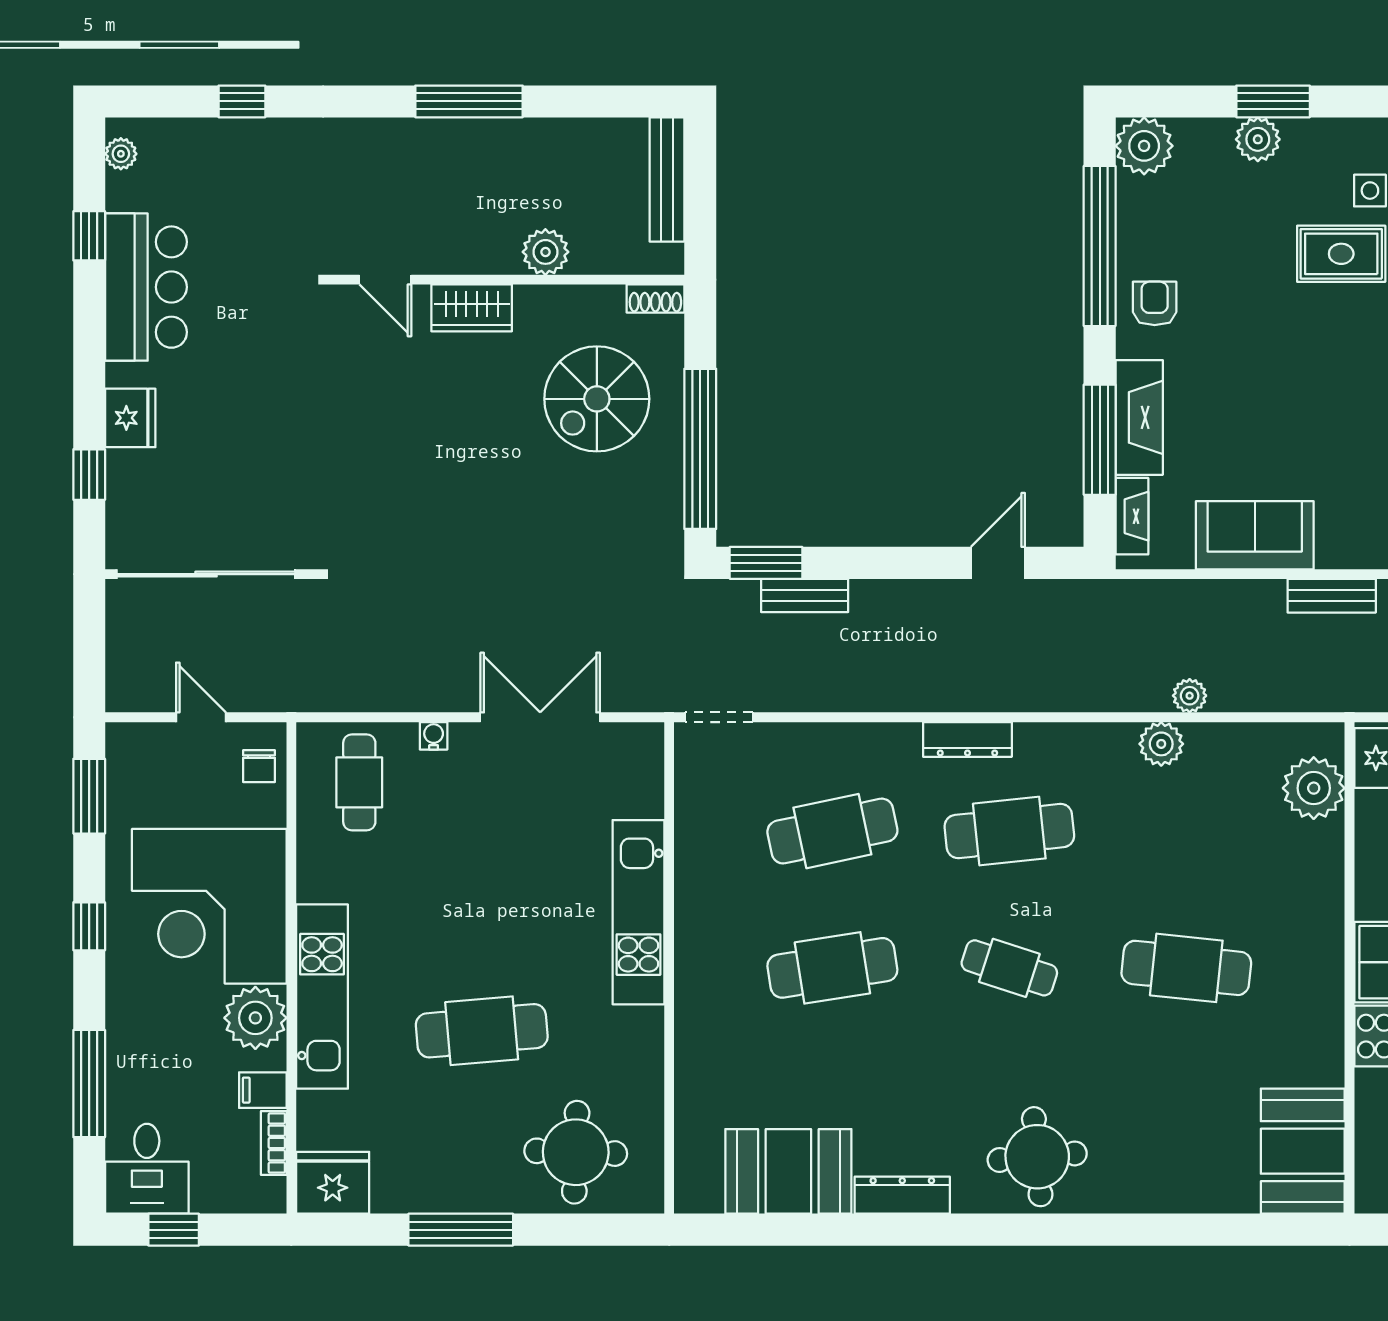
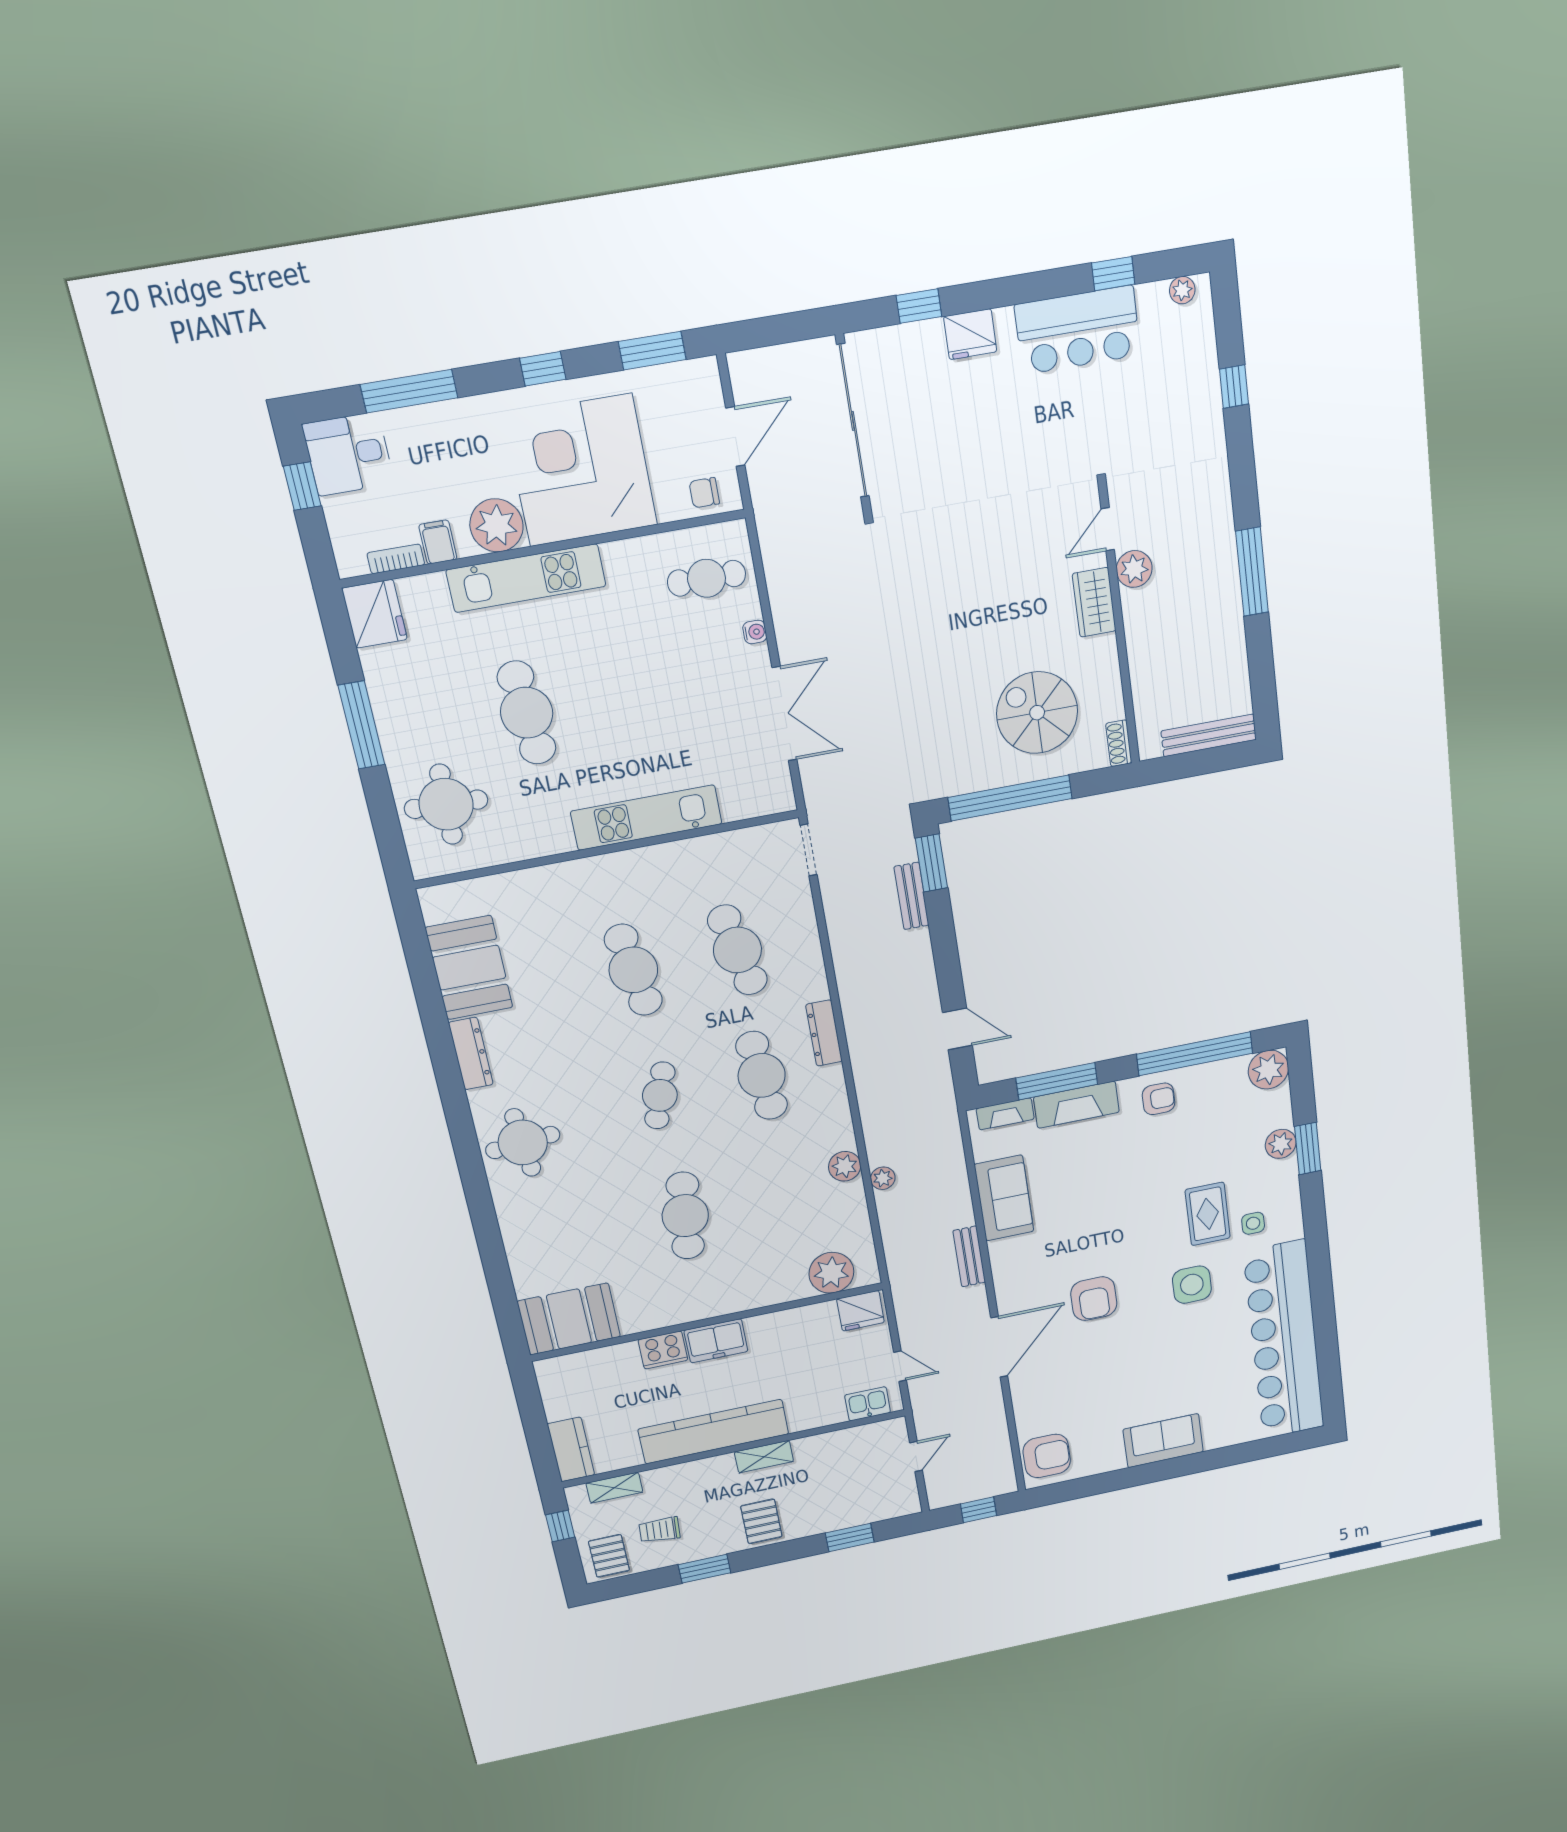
plant: (545, 252) -> (1134, 569), moved
door: (201, 717) -> (735, 437), width x1.38

